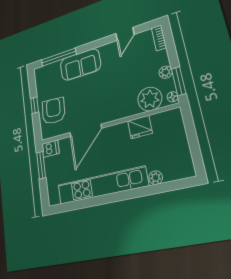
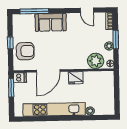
door: (125, 34) -> (87, 10), hinge flipped
window: (179, 81) -> (116, 40), moved
armchair: (53, 111) -> (25, 51), turned 86
fridge: (140, 127) -> (76, 78), moved

